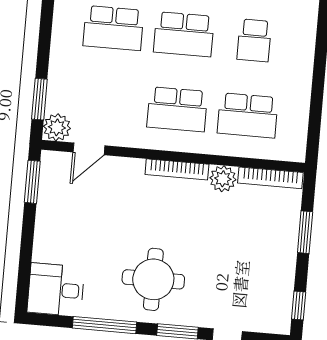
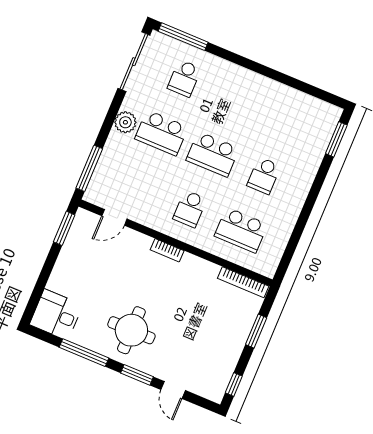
window: (39, 99) -> (89, 168), width x1.44
school desk: (177, 109) -> (190, 209), width x0.54
plant: (57, 127) -> (125, 122), moved
bookcase: (177, 169) -> (167, 250), width x0.64
plant: (223, 179) -> (207, 272), removed

